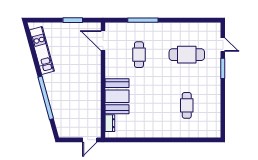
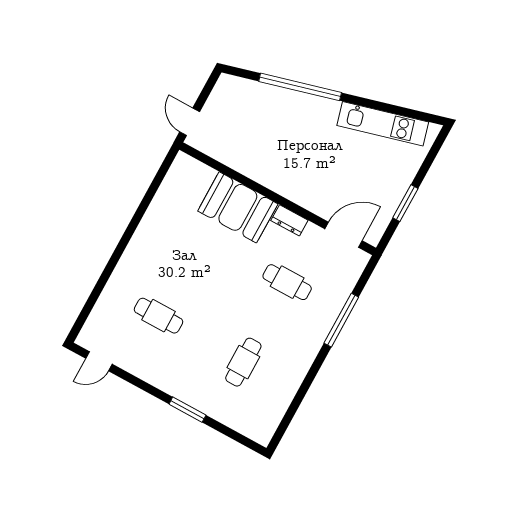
door: (223, 45) -> (99, 361), moved
cafe table: (187, 55) -> (243, 362), width x0.73, depth x0.74
dresser: (110, 123) -> (289, 220), moved

